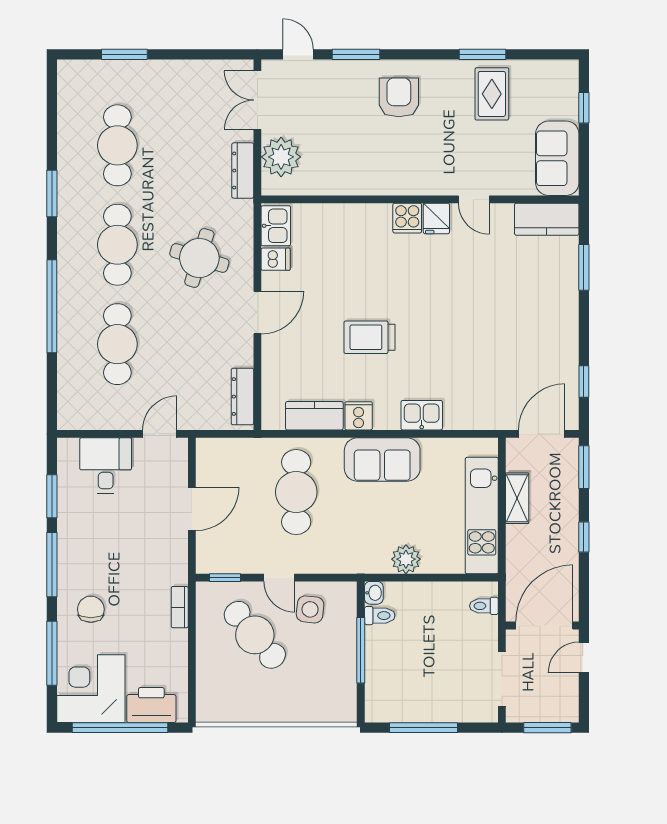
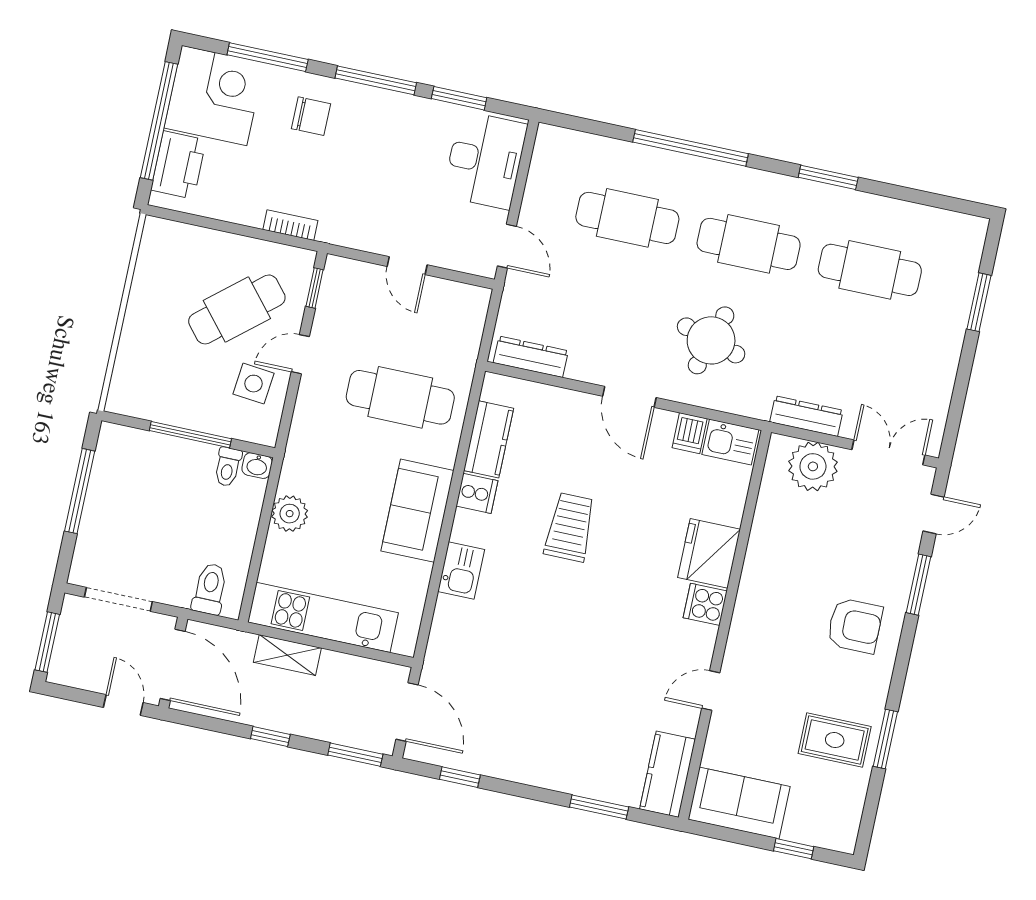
fridge: (436, 219) -> (709, 553), moved, width x1.88, depth x1.34
desk: (106, 466) -> (485, 160), width x1.37
shelving: (517, 498) -> (287, 655), moved
door: (192, 509) -> (407, 266), width x0.73
toilet: (484, 606) -> (210, 589), width x1.37, depth x1.39

